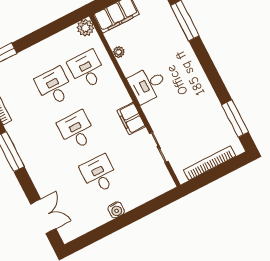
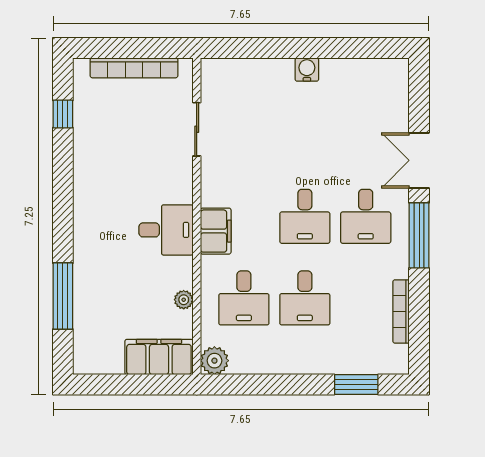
window: (235, 118) -> (63, 114), width x0.46
filing cabinet: (131, 119) -> (216, 231), moved
desk: (99, 174) -> (366, 216), moved
double door: (43, 216) -> (419, 160), moved

